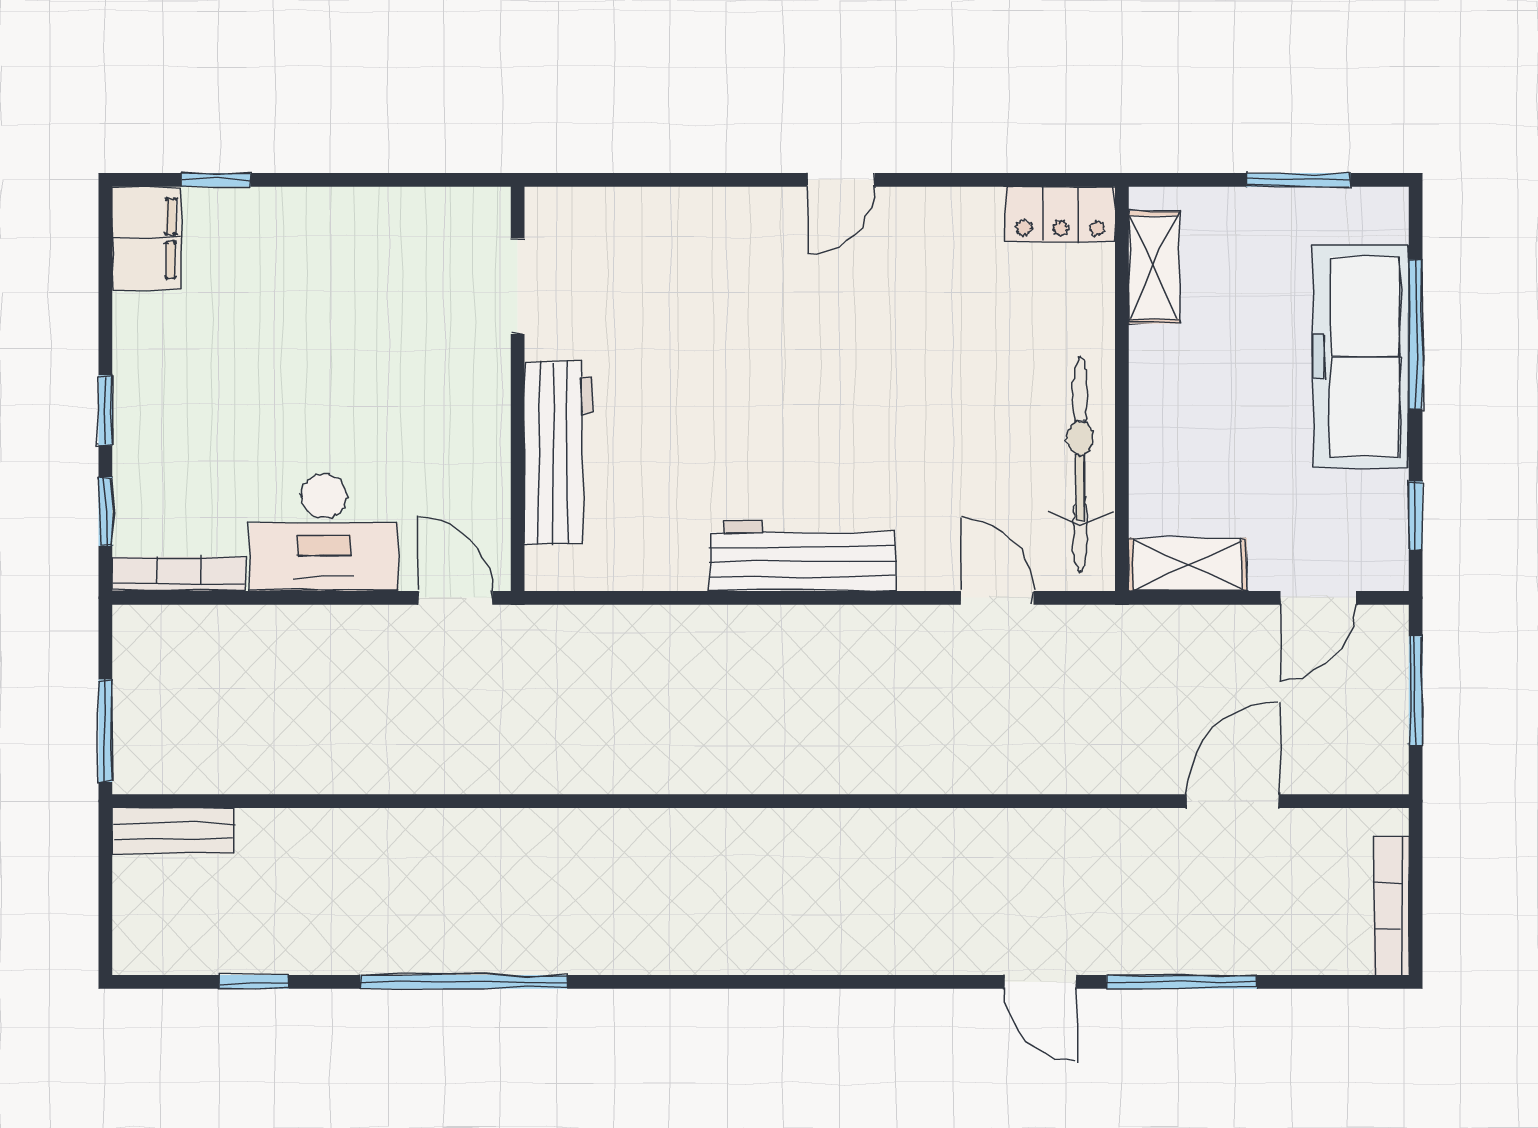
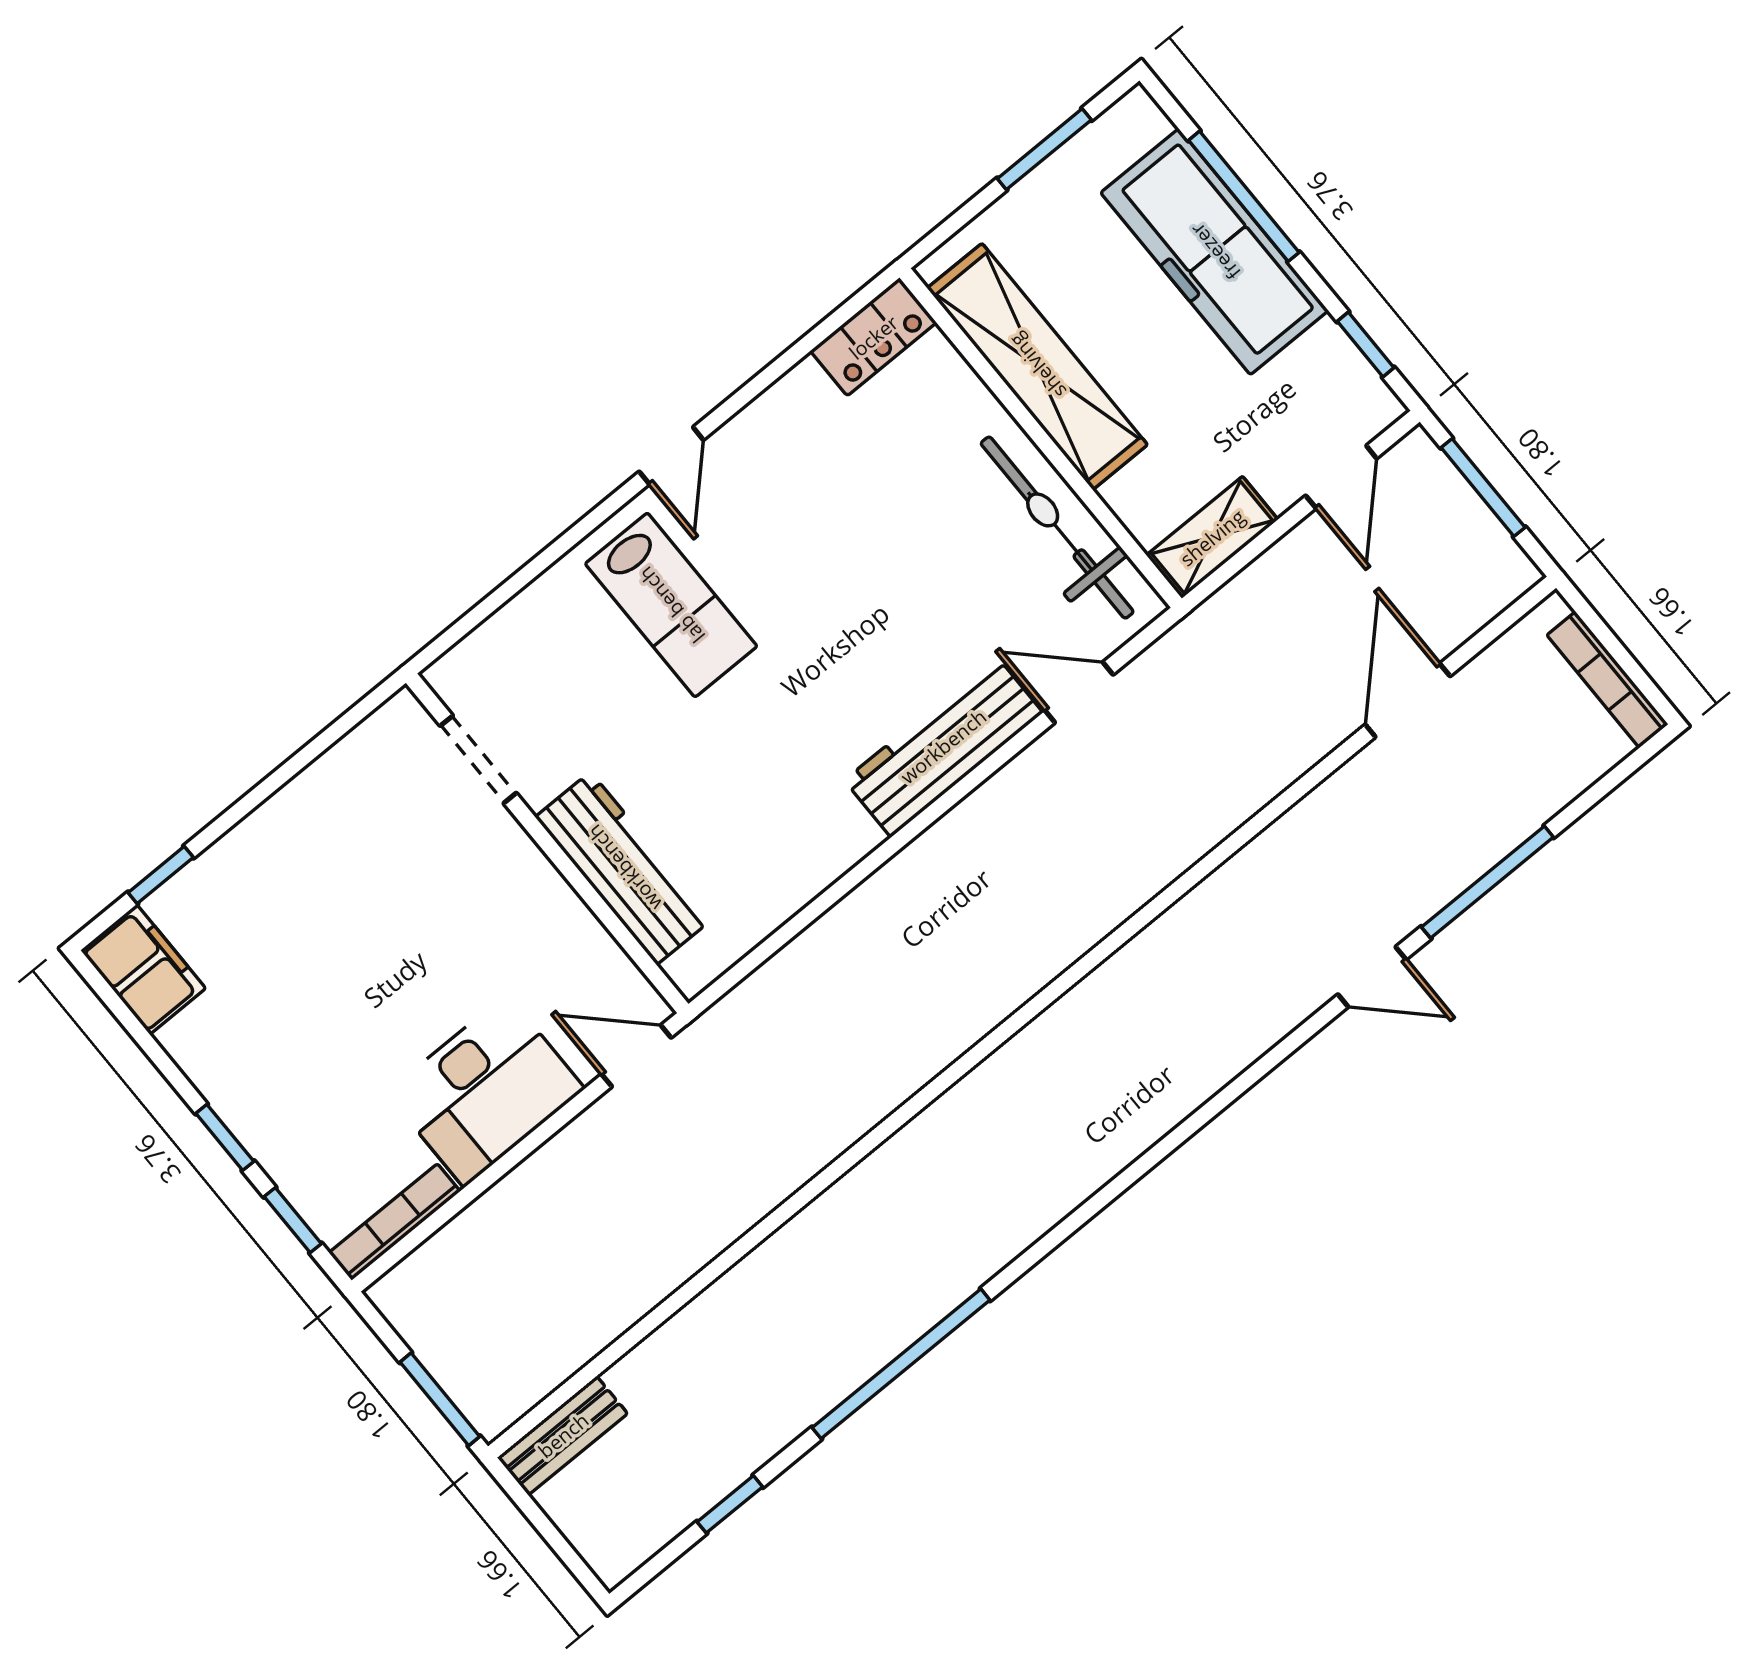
shelving: (1154, 267) -> (1037, 366), width x2.20, depth x1.33
lab bench: (751, 289) -> (671, 605), added
workbench: (803, 556) -> (943, 746), moved

